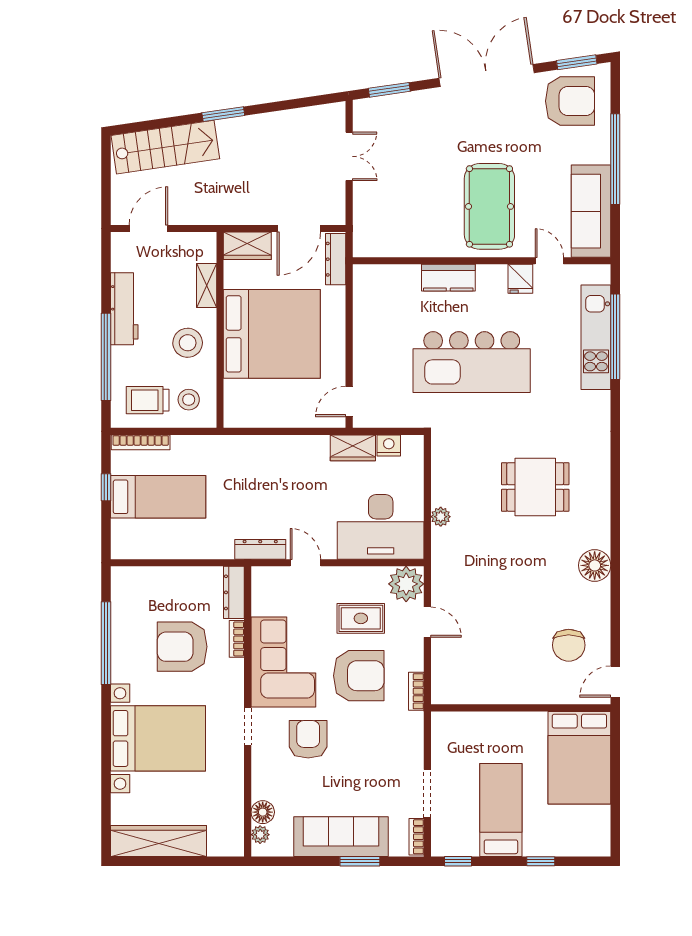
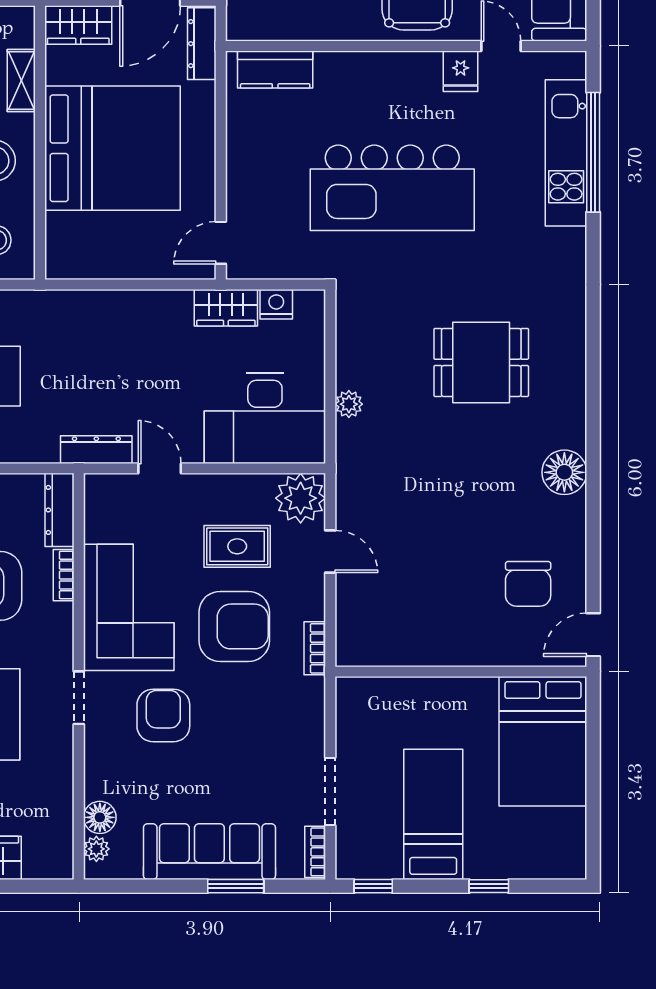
kitchen counter: (448, 278) -> (275, 69), moved

